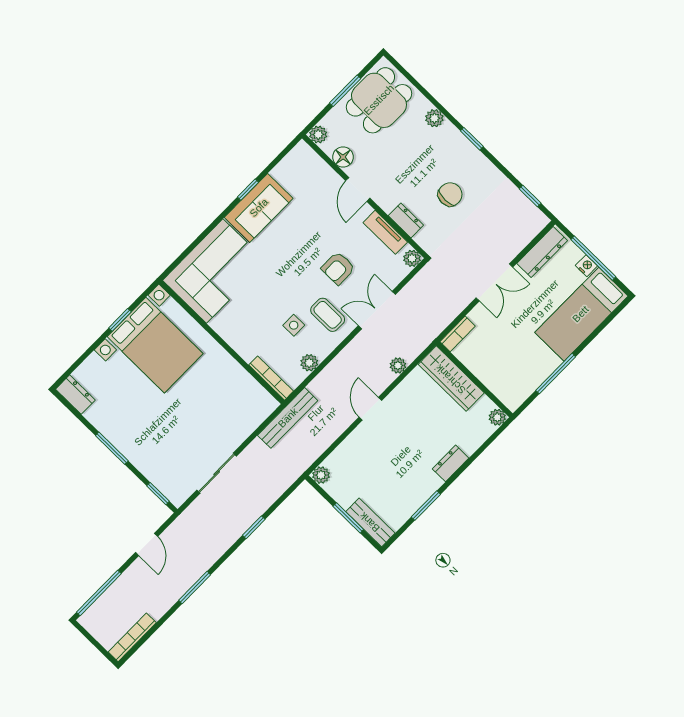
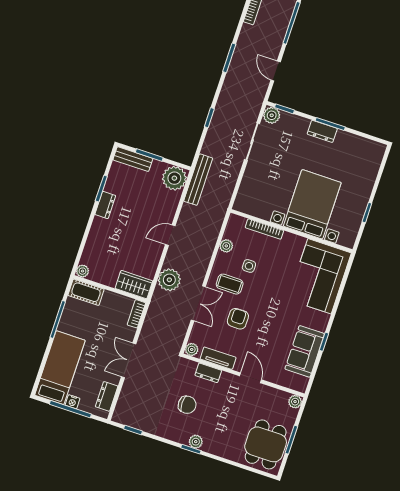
plant: (434, 118) -> (196, 442), moved
floor lamp: (343, 157) -> (271, 395), removed
chair: (450, 194) -> (187, 405), turned -90
sofa: (259, 208) -> (305, 351), moved
dresser: (542, 252) -> (107, 396), width x0.70
bed with nightstands: (155, 345) -> (312, 204), moved, turned 90
plant: (398, 365) -> (169, 280), width x1.87, depth x1.87
bookcase: (271, 378) -> (264, 229), moved
wardrobe: (451, 379) -> (134, 285), width x0.67
cot: (506, 390) -> (86, 292), added
dresser: (75, 395) -> (322, 131), moved
door: (370, 409) -> (170, 235), swing flipped
bench: (288, 418) -> (198, 180), moved
dresser: (451, 463) -> (105, 205), moved
plant: (321, 475) -> (174, 178), width x1.88, depth x1.88
plant: (177, 493) -> (272, 115), added

